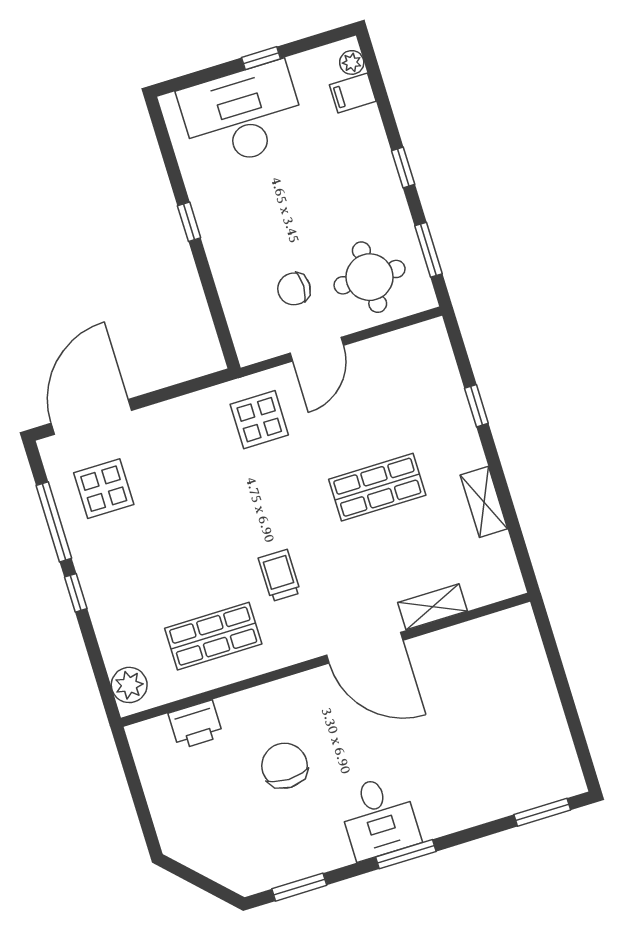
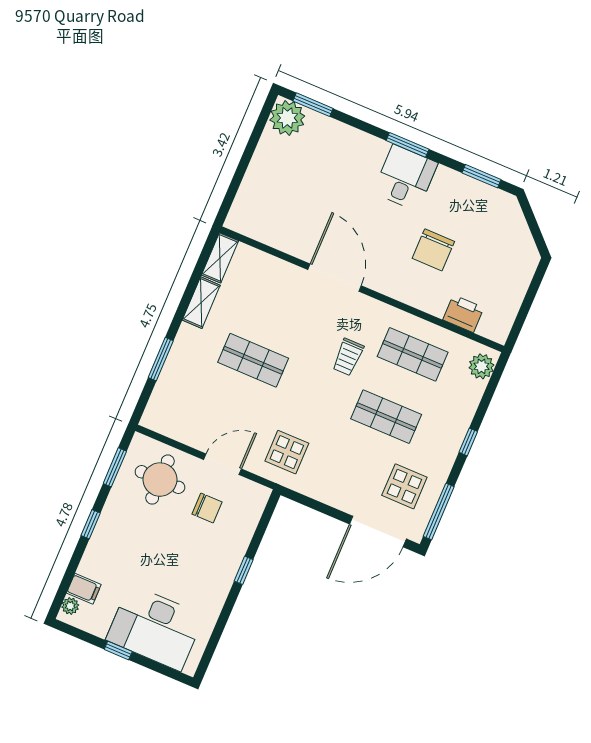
window: (189, 222) -> (244, 570), moved
window: (476, 406) -> (161, 359), width x1.50
window: (54, 522) -> (439, 511), moved
shop shelf: (186, 546) -> (386, 417), added
shelving: (433, 607) -> (220, 258), moved, turned 90
plant: (558, 775) -> (287, 118), added

